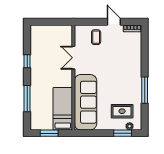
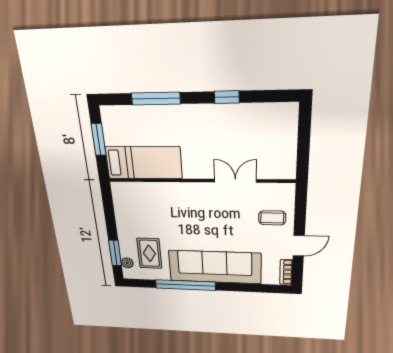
window: (145, 90) -> (185, 285), width x1.46
sofa: (86, 102) -> (215, 267), moved, turned 180

